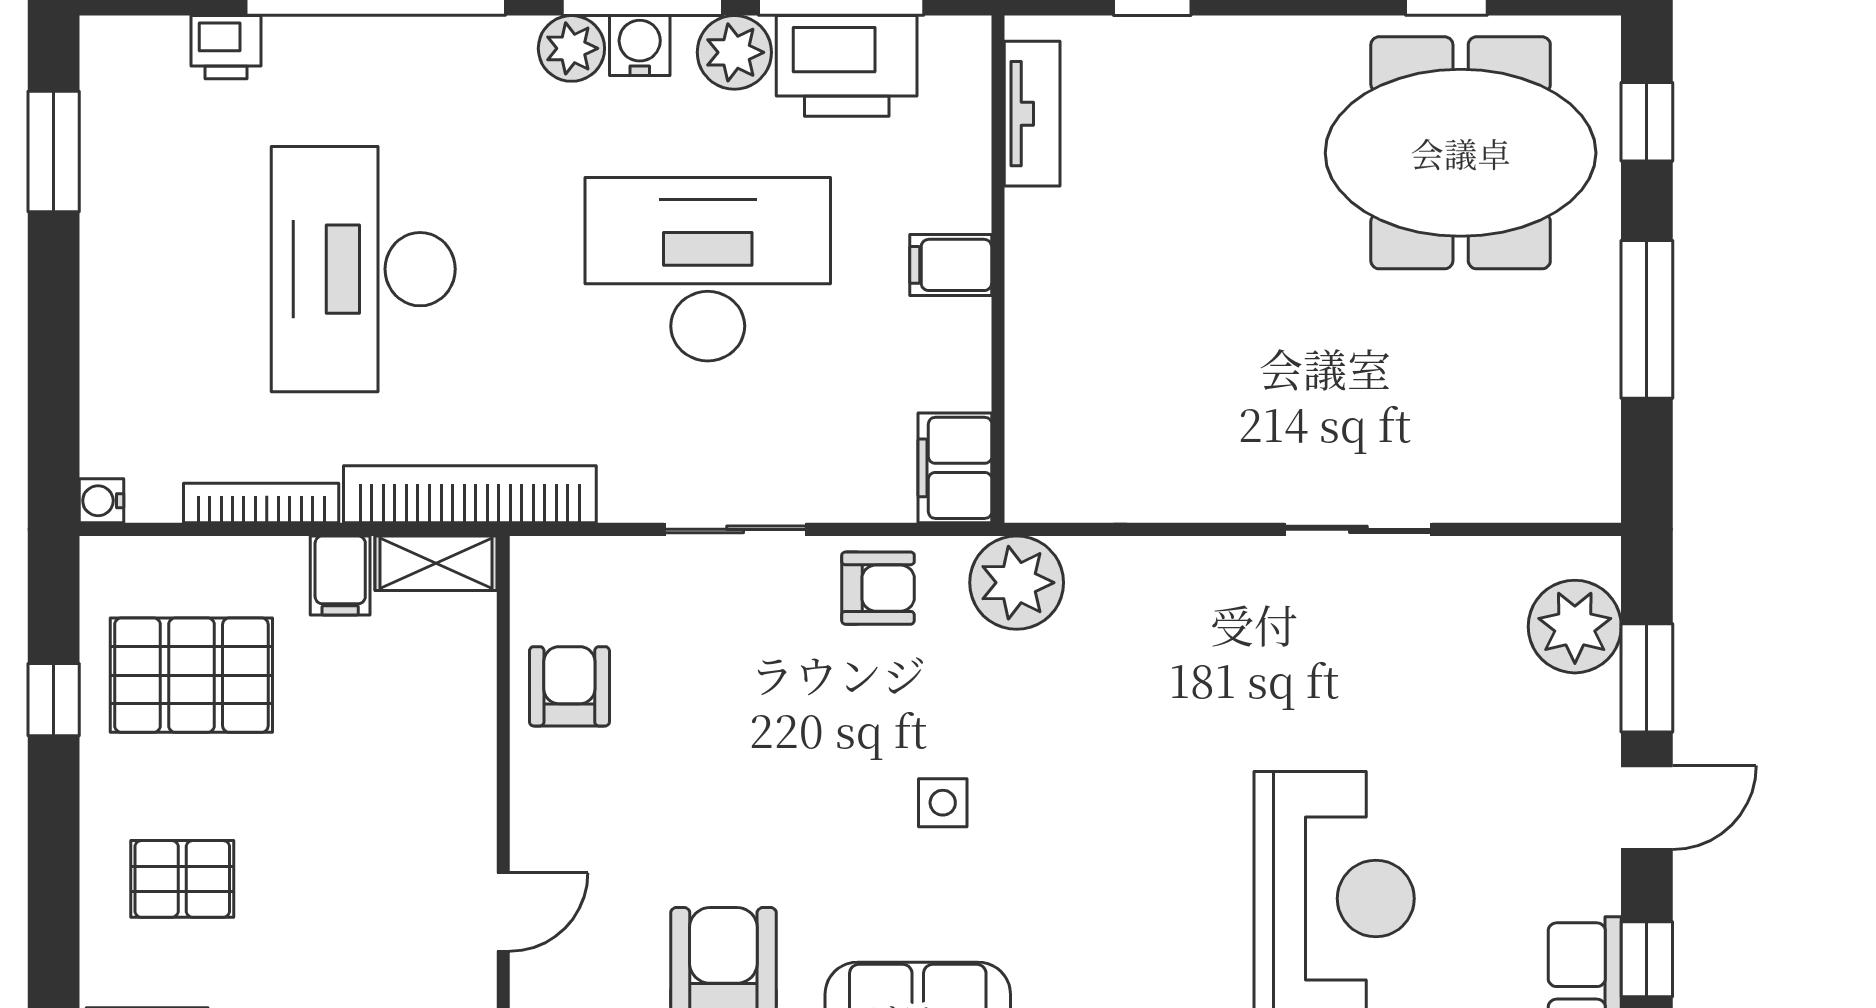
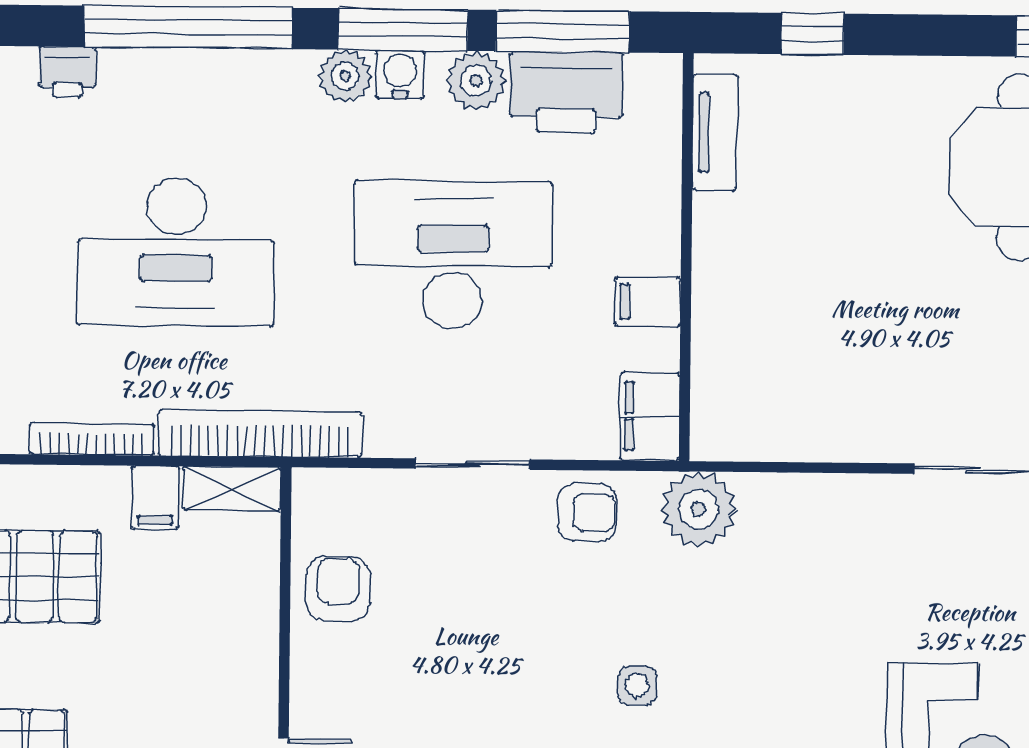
filing cabinet: (951, 265) -> (648, 302), moved
desk: (363, 269) -> (176, 252), turned -90

